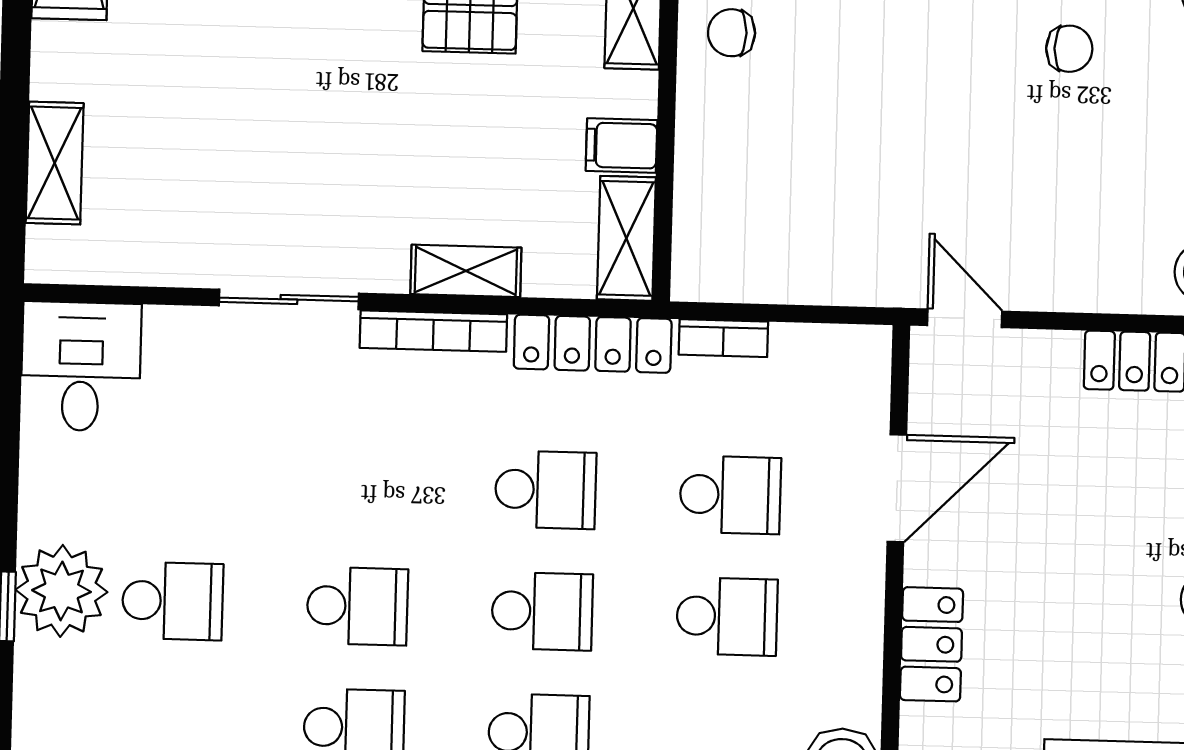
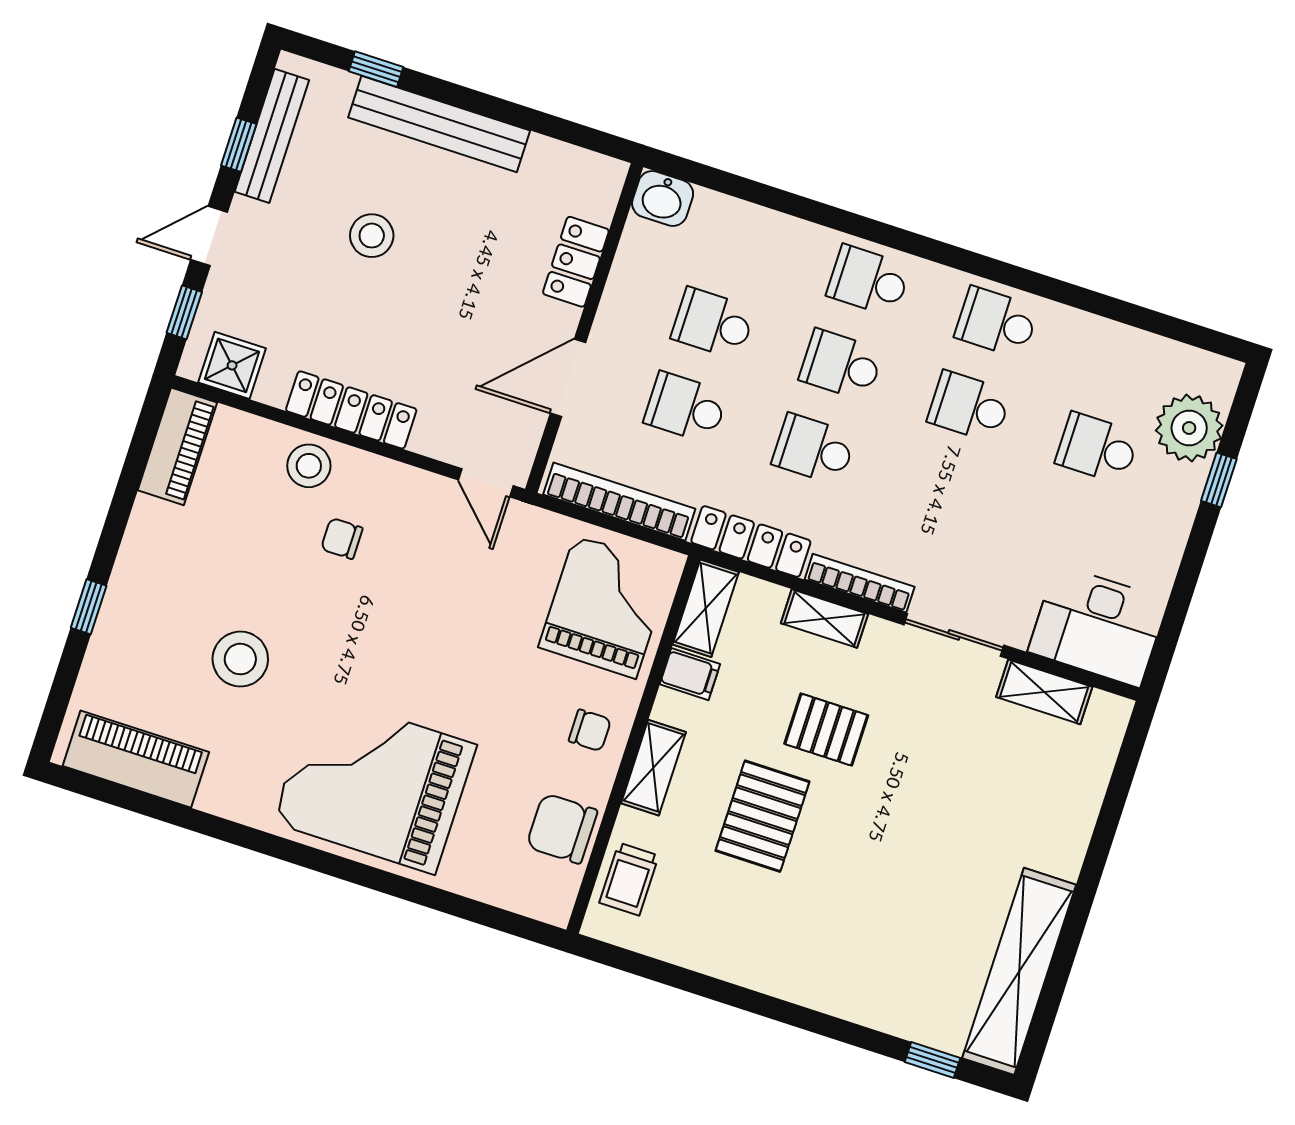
chair: (1069, 49) -> (342, 538), moved
pallet: (420, 125) -> (826, 730), added
shelving: (55, 163) -> (1044, 692), moved, turned 90
grand piano: (759, 202) -> (605, 607), added
bookcase: (723, 338) -> (619, 502), width x2.31, depth x1.31
desk: (81, 366) -> (1098, 626), width x1.37
plant: (61, 591) -> (1189, 428), moved

